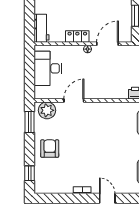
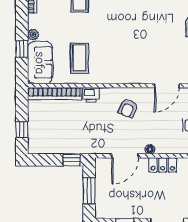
armchair: (105, 82) -> (128, 108), added

